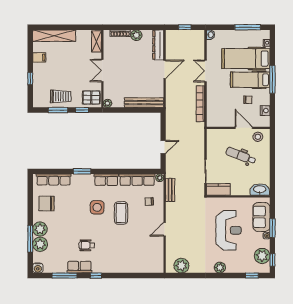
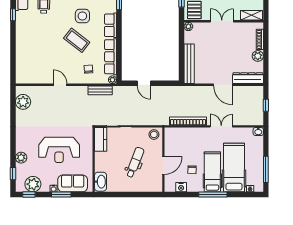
stool: (258, 137) -> (154, 134), moved
coffee table: (121, 213) -> (77, 40), turned 38
plant: (220, 268) -> (21, 158), moved

